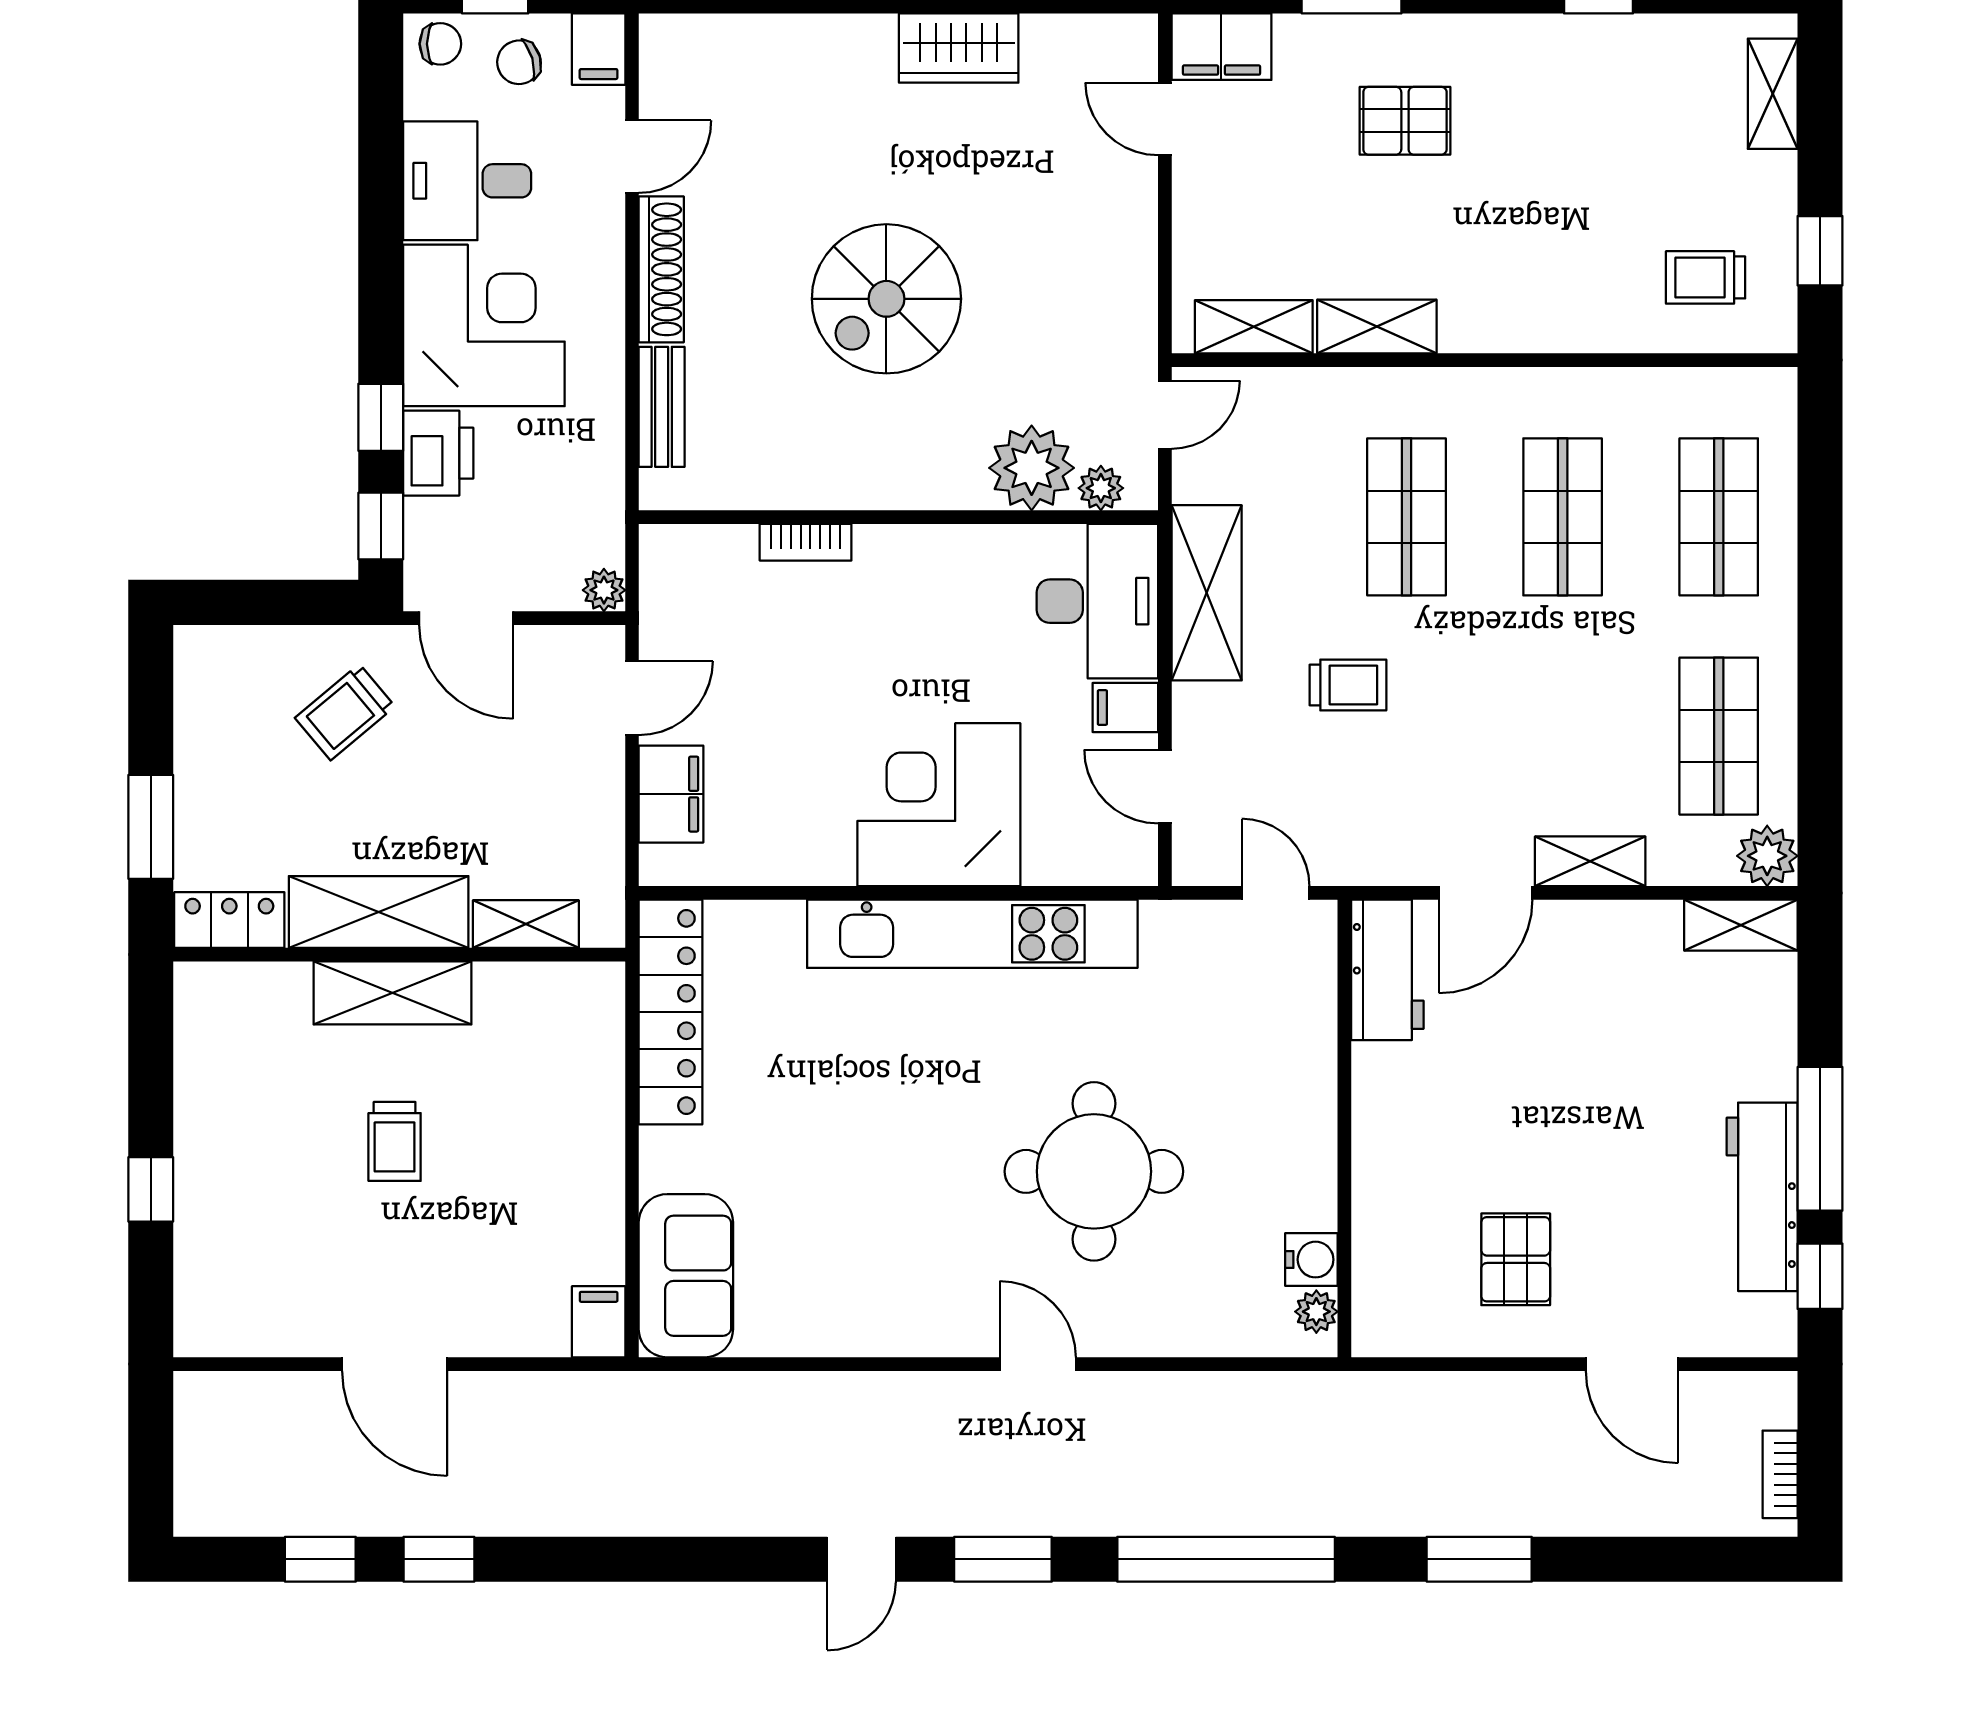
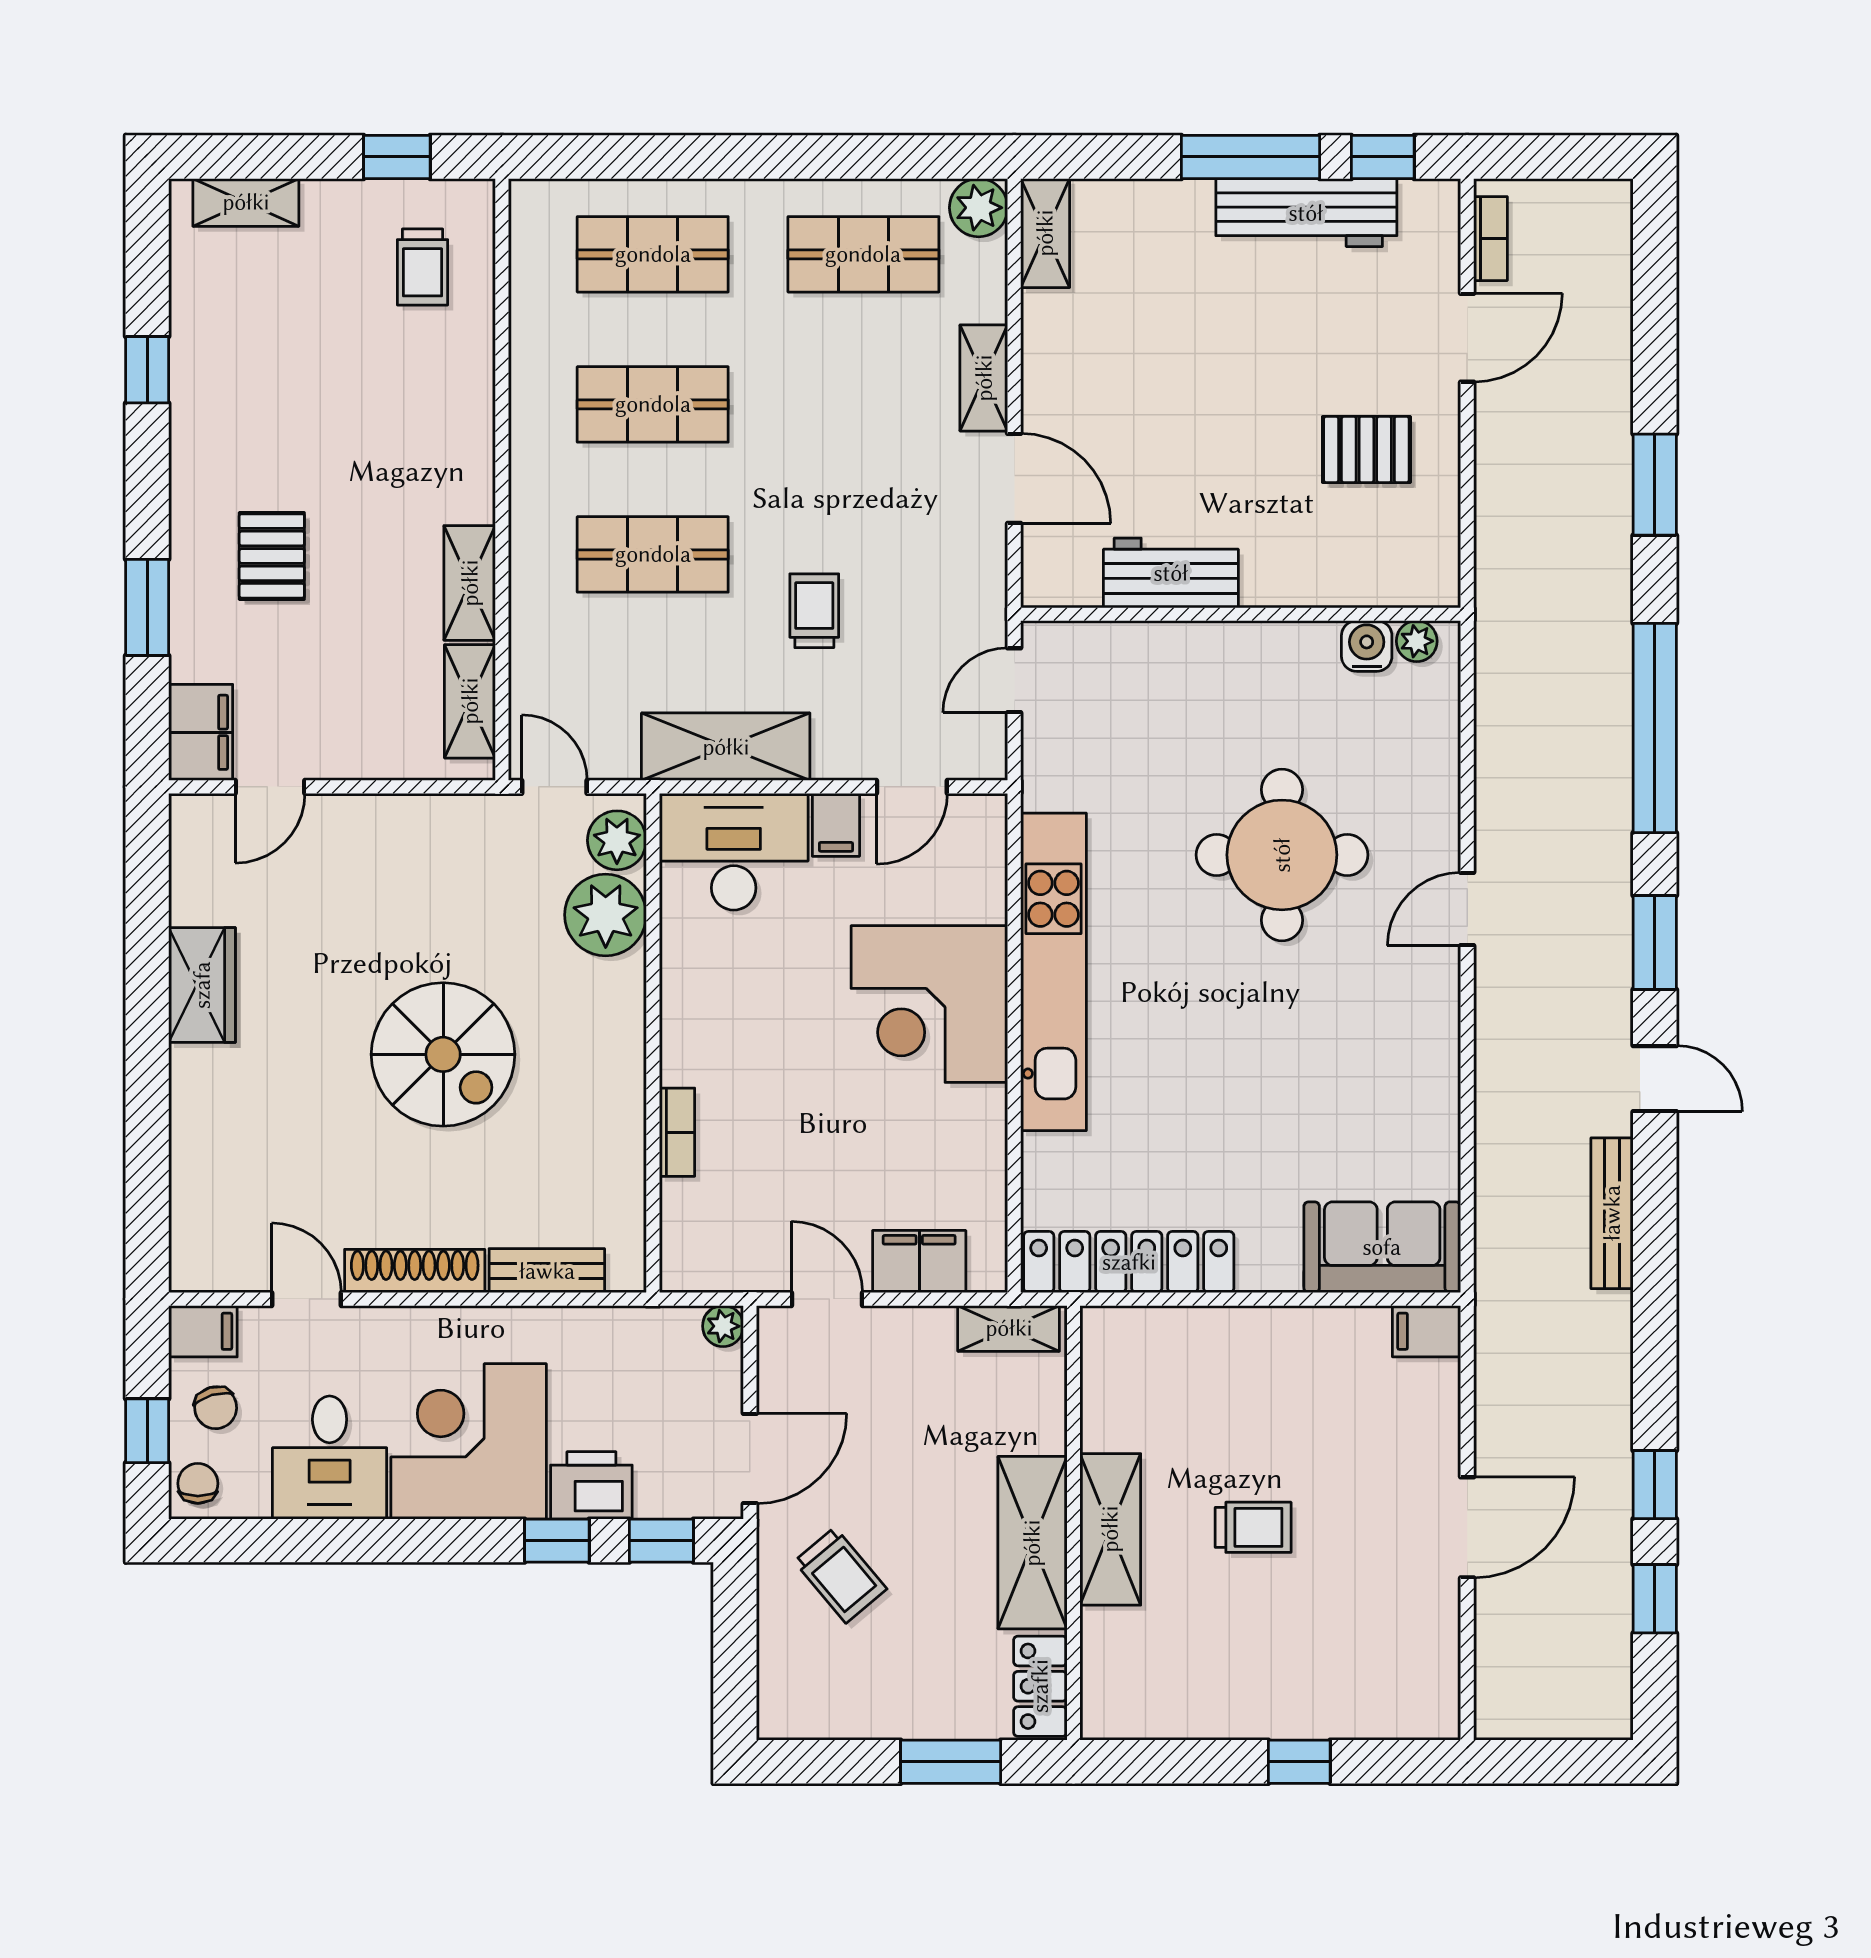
plant: (1101, 488) -> (617, 840), width x1.38, depth x1.38
shelving: (526, 924) -> (1009, 1328), moved, turned 90
workbench: (1387, 970) -> (1171, 573), moved
bookcase: (1780, 1474) -> (1490, 239), moved, turned -90
bench: (721, 1515) -> (1612, 1213), added

